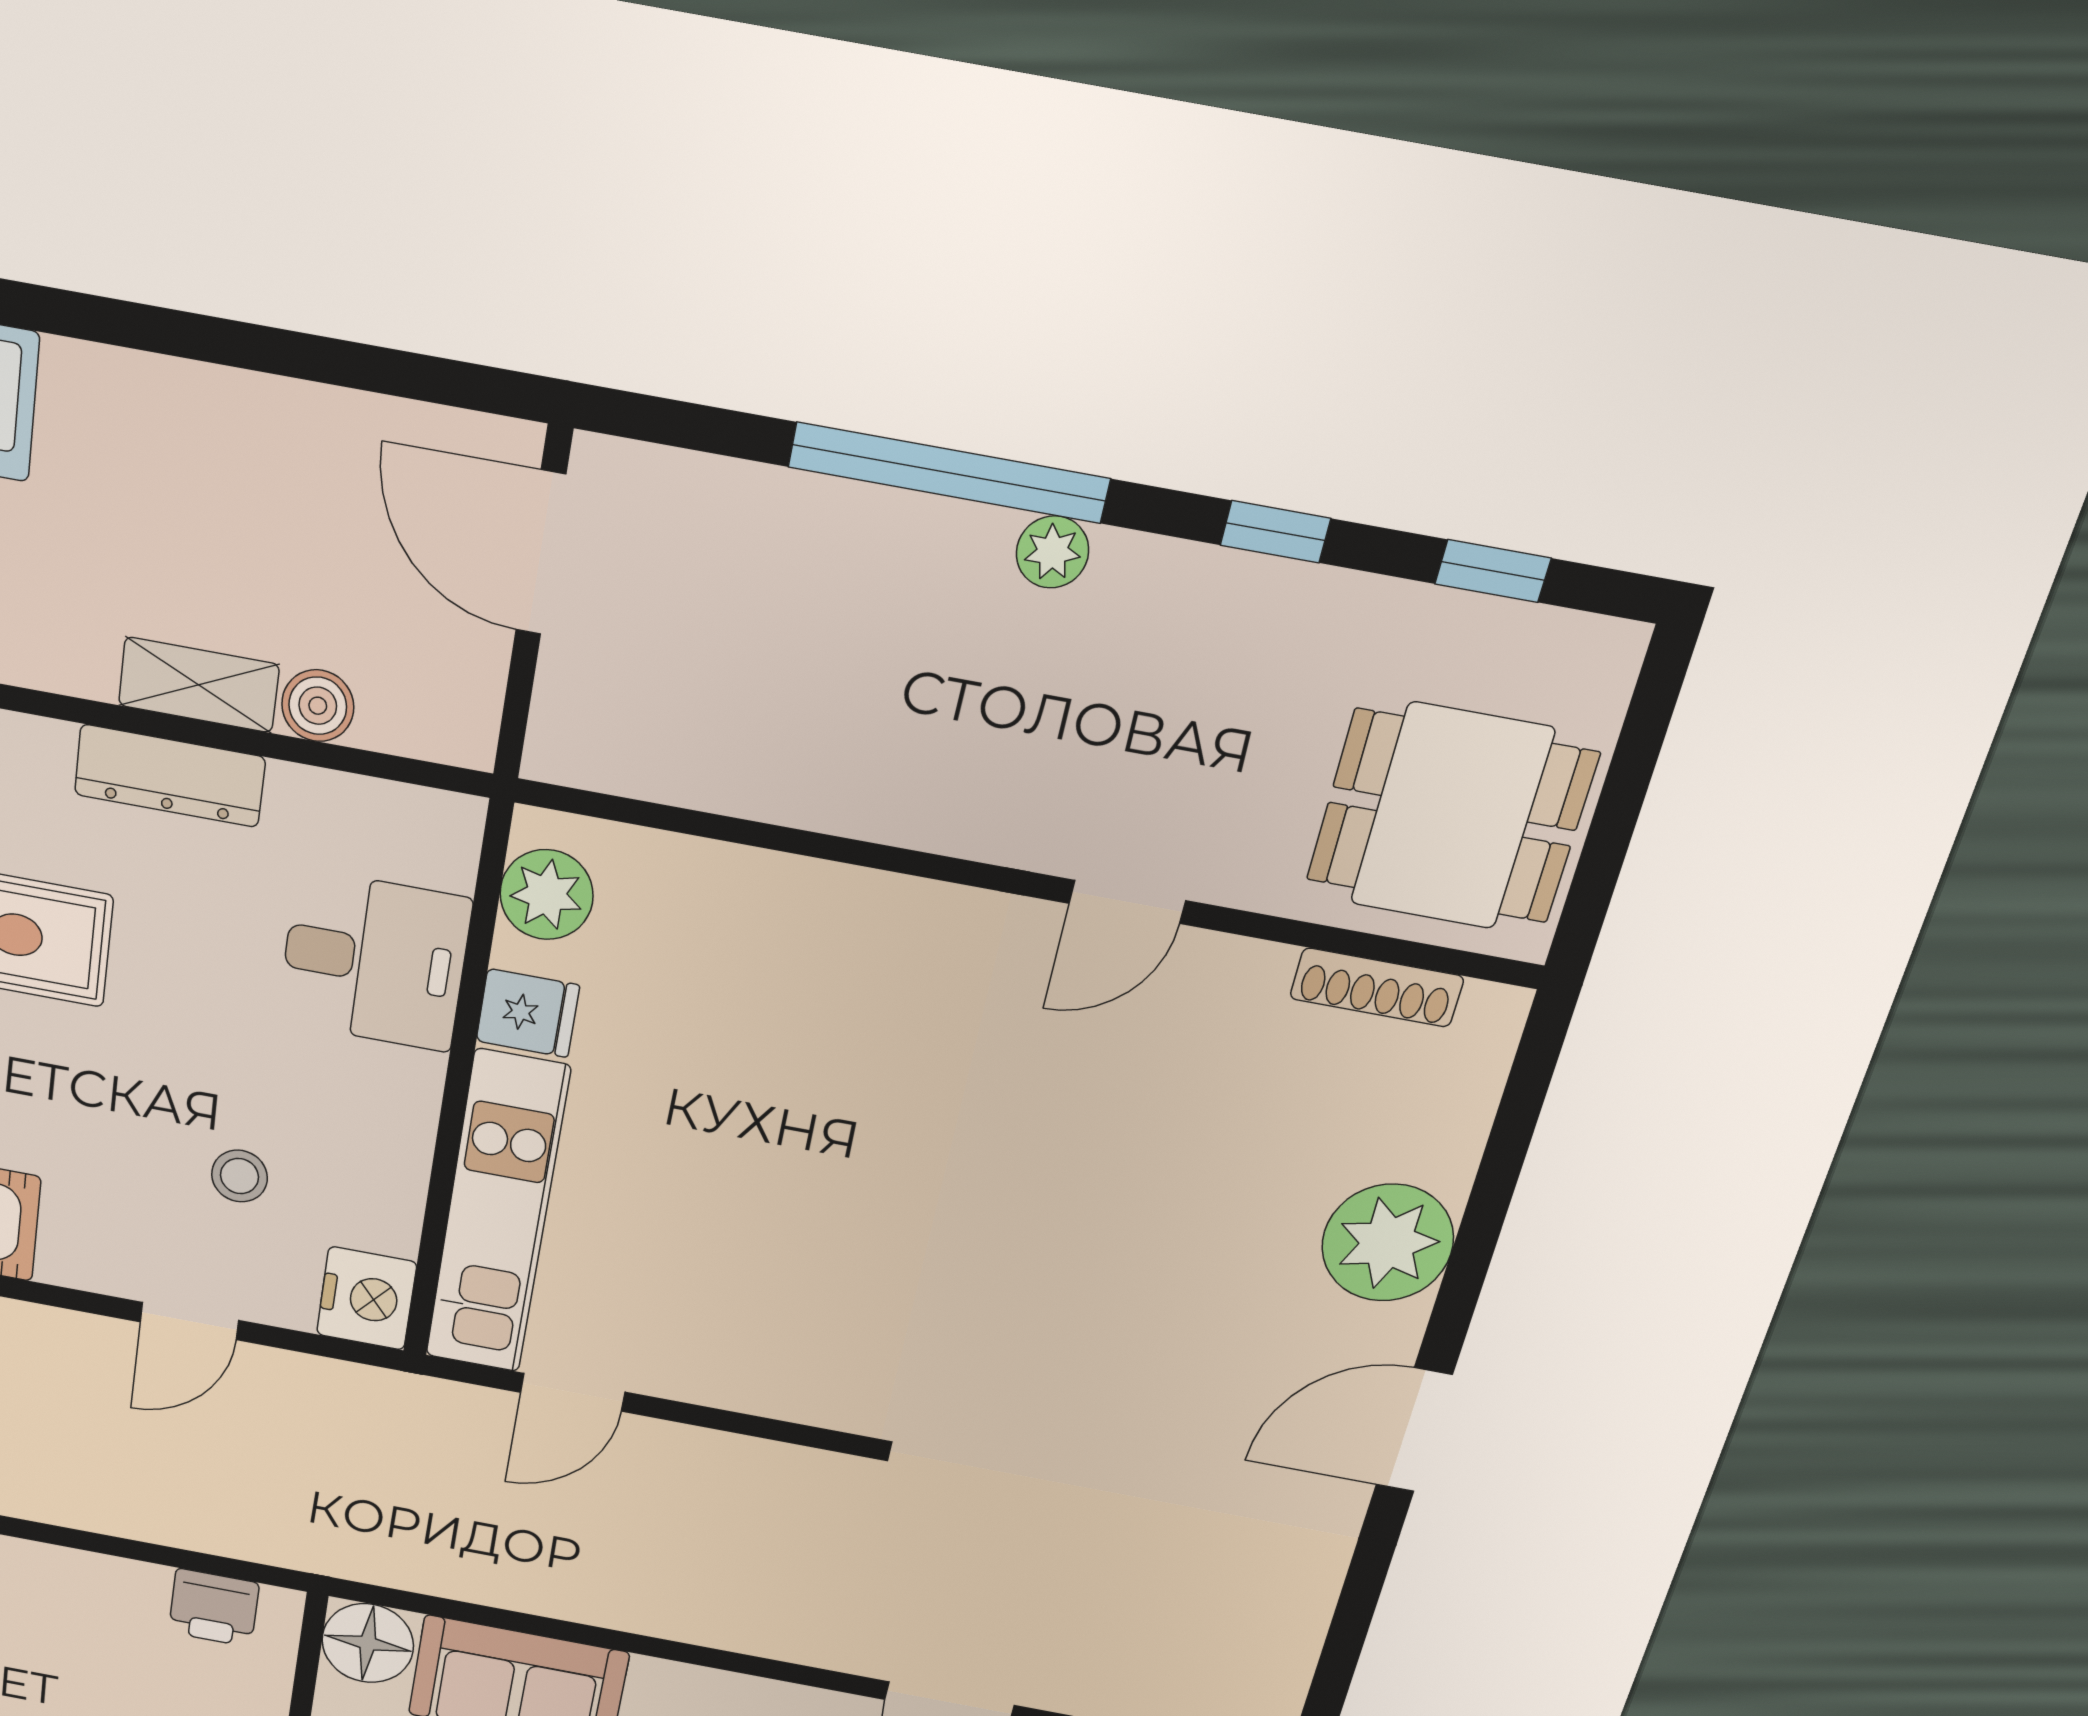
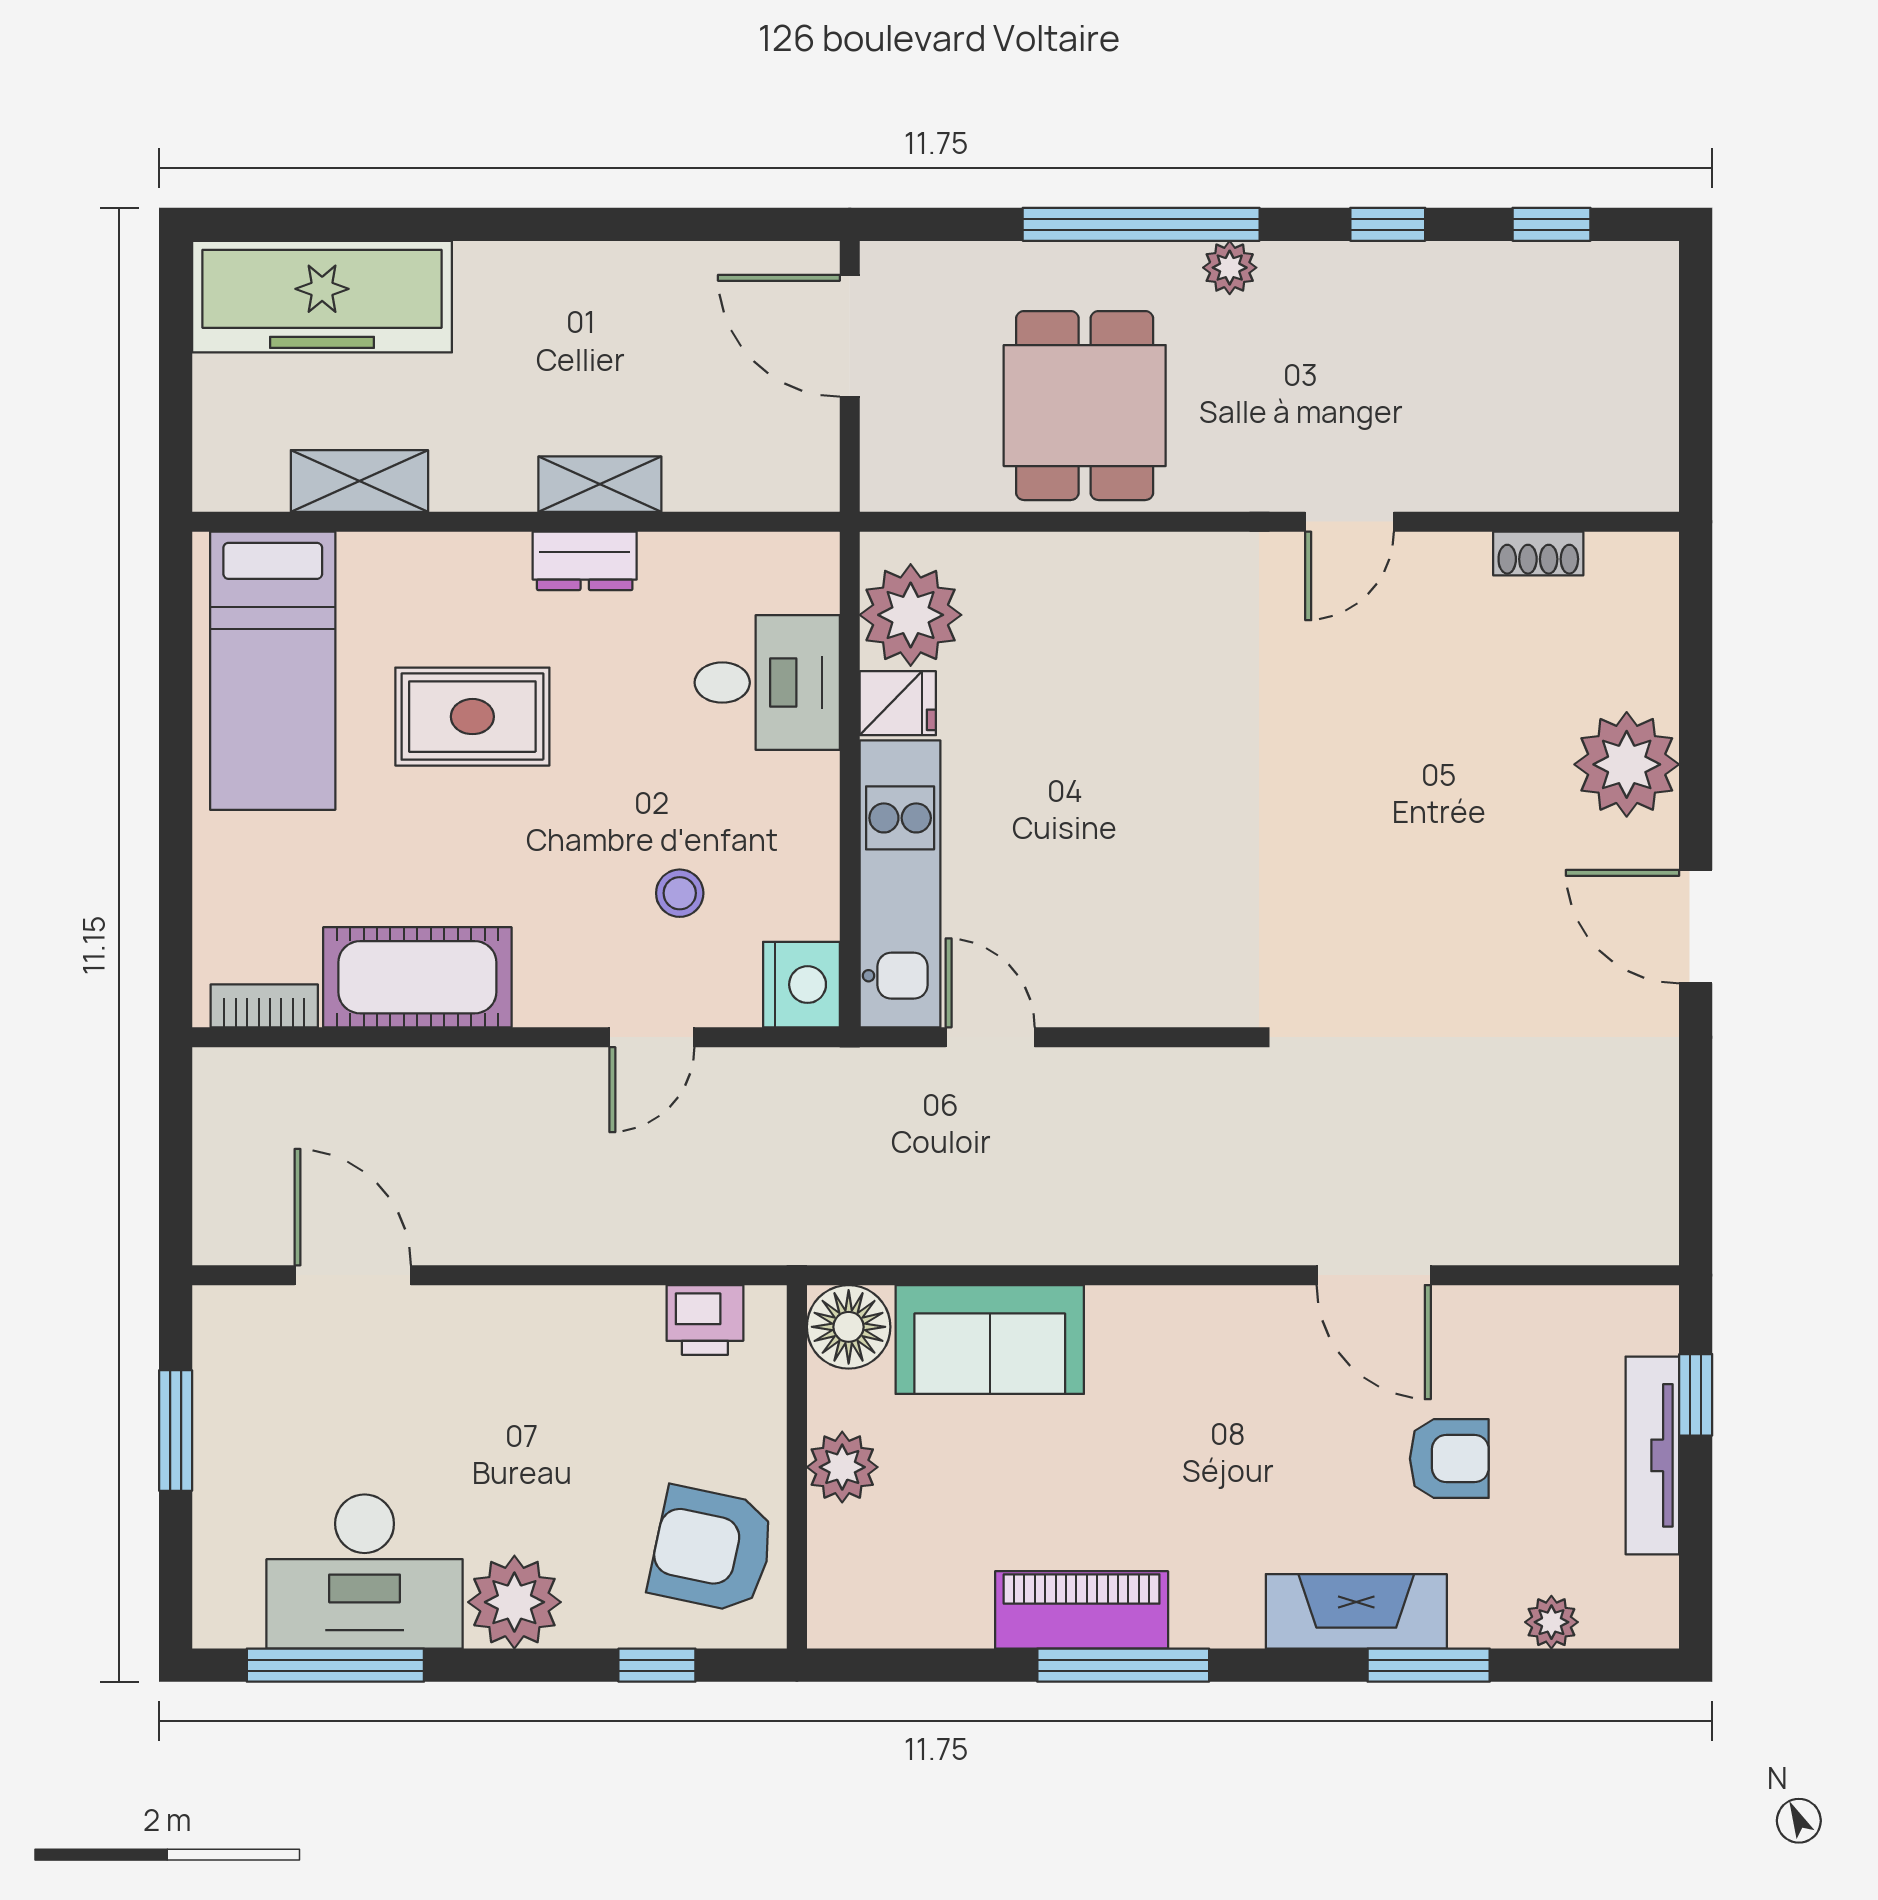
boiler: (318, 706) -> (695, 483), removed
dresser: (170, 776) -> (585, 561), width x0.70
dining table: (1452, 816) -> (1085, 406), moved, turned 90
plant: (547, 895) -> (911, 615), width x1.36, depth x1.36
shoe rack: (1377, 987) -> (1538, 554), width x0.70
door: (573, 1392) -> (990, 1037), swing flipped
door: (1414, 1430) -> (1696, 927), hinge flipped

